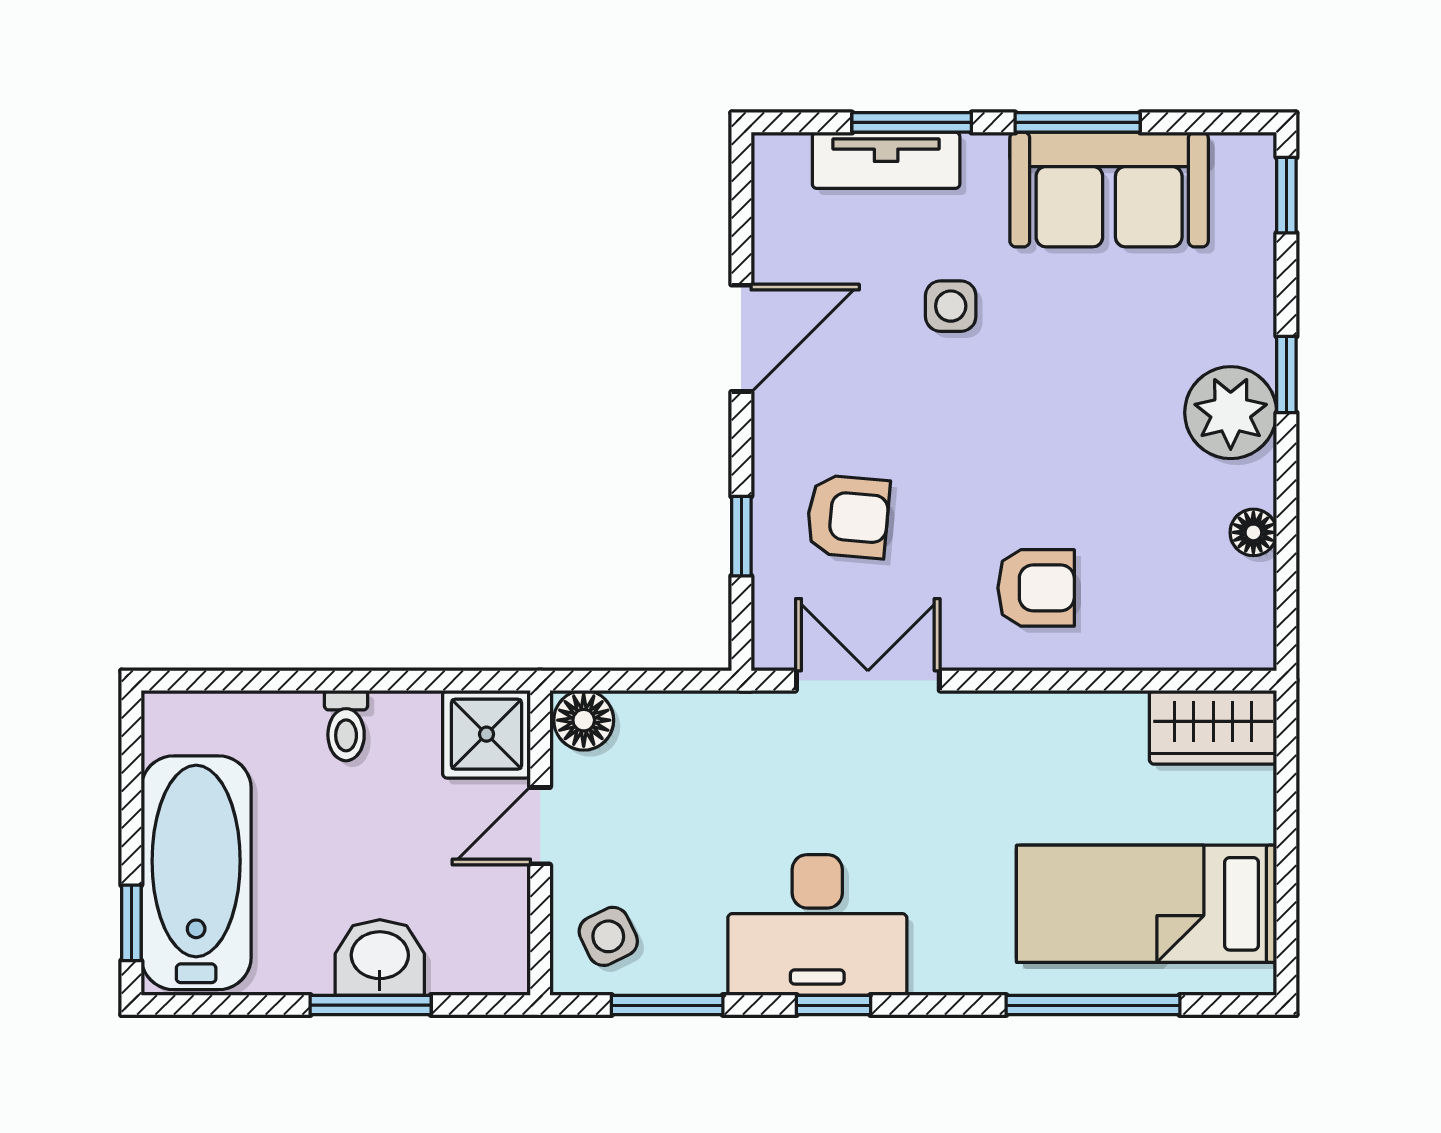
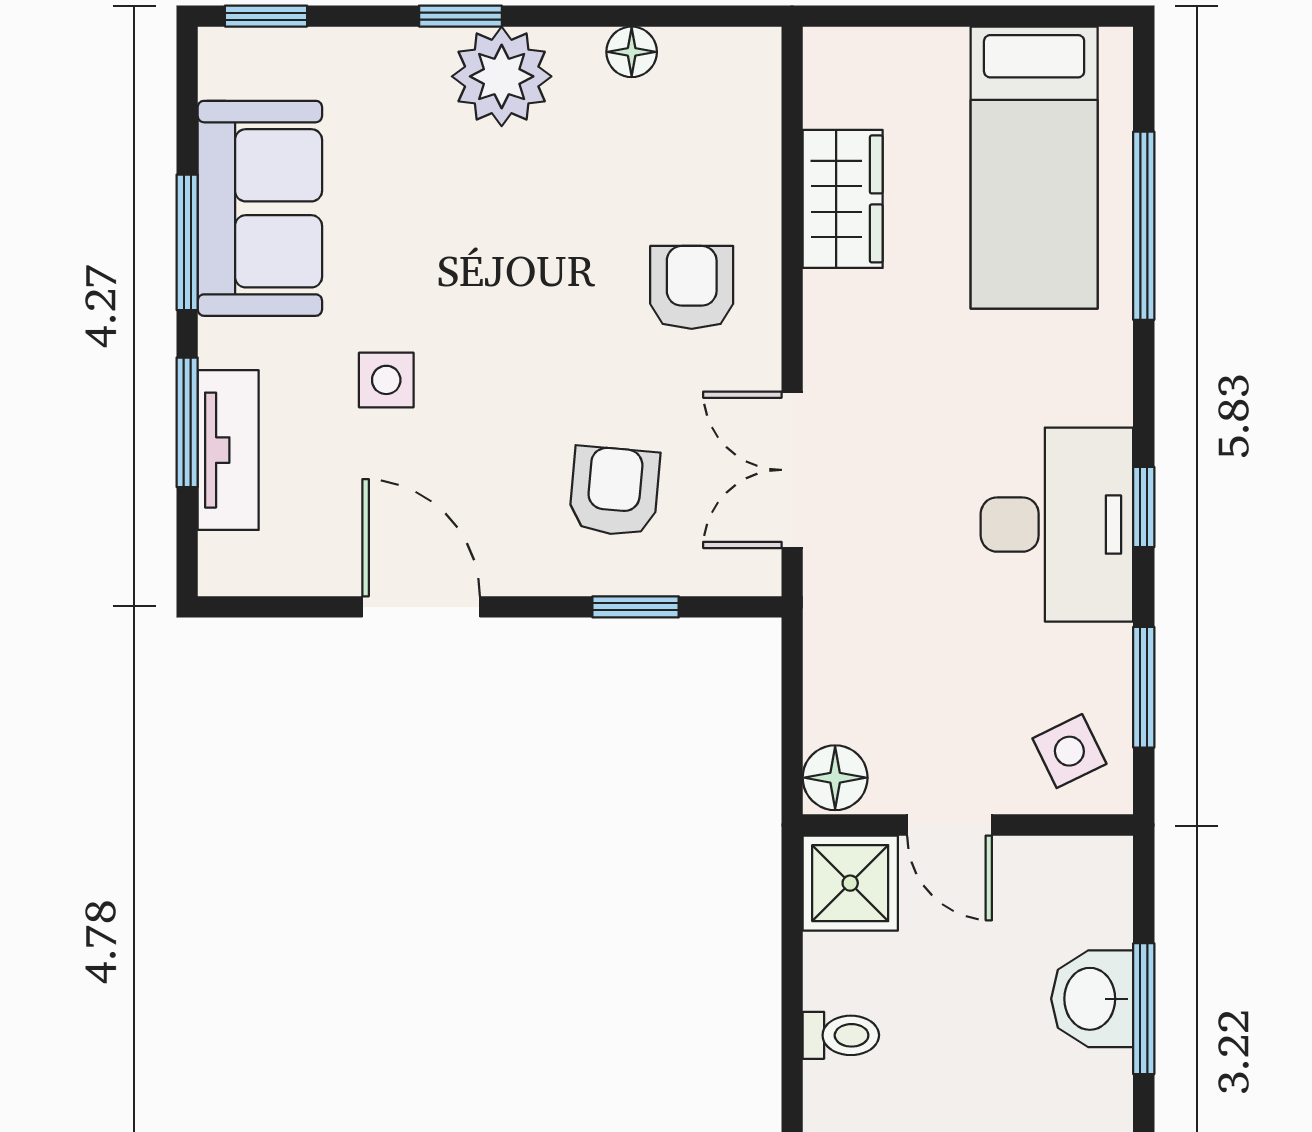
wardrobe: (1213, 727) -> (843, 199), moved

